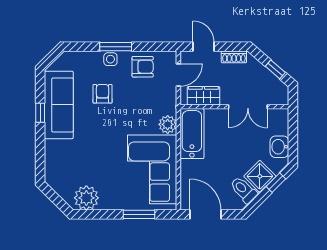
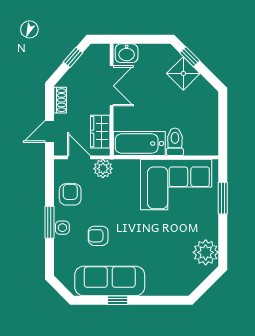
plant: (168, 124) -> (103, 169), moved
washbasin: (279, 147) -> (127, 53), moved
toilet: (244, 190) -> (175, 142), moved, turned 135
door: (206, 214) -> (223, 129), removed

